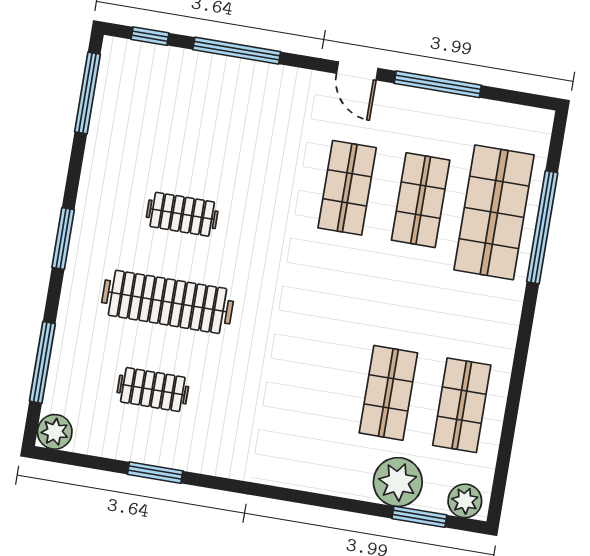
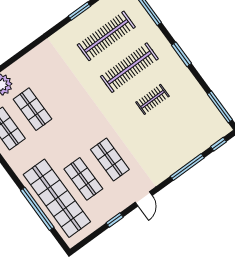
door: (357, 71) -> (144, 199), swing flipped
window: (438, 84) -> (115, 220), width x0.46
shop shelf: (494, 212) -> (57, 198), width x1.40
clothes rail: (153, 390) -> (106, 36), width x1.86, depth x1.31

